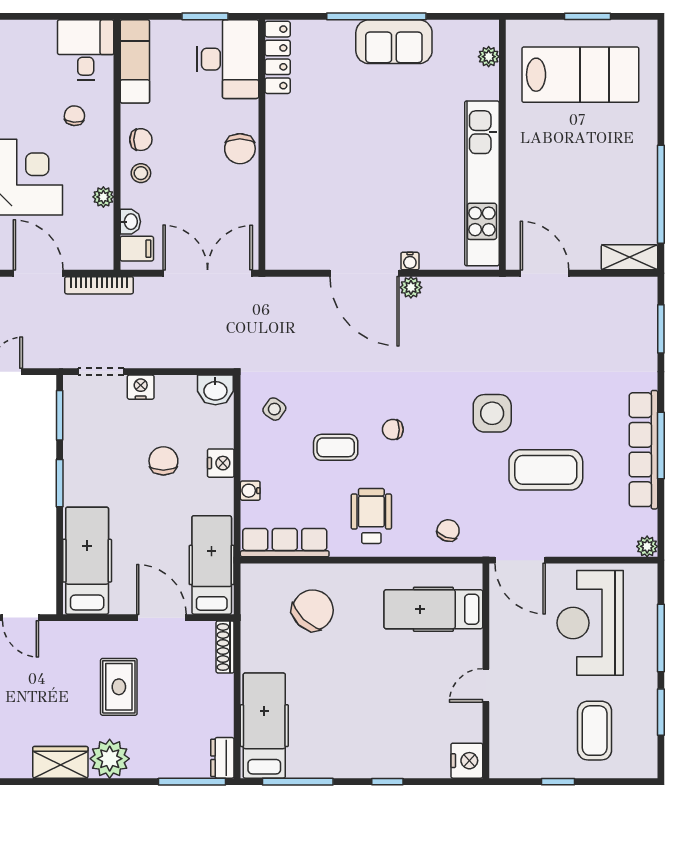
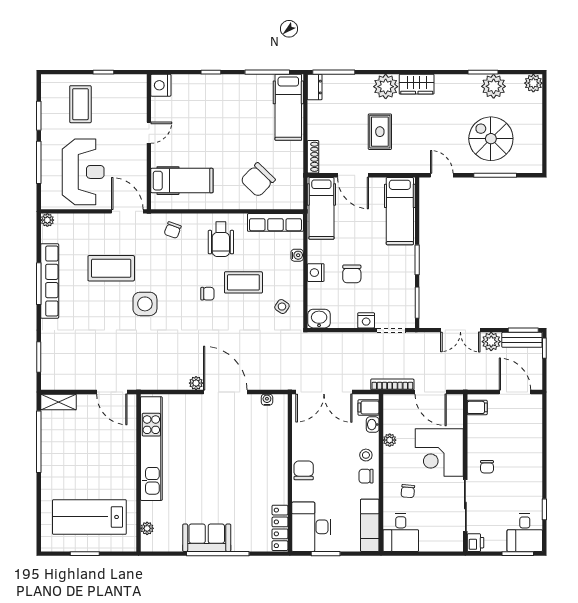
water cooler: (410, 261) -> (267, 400), moved
coffee table: (336, 447) -> (243, 282), width x1.36, depth x1.30

